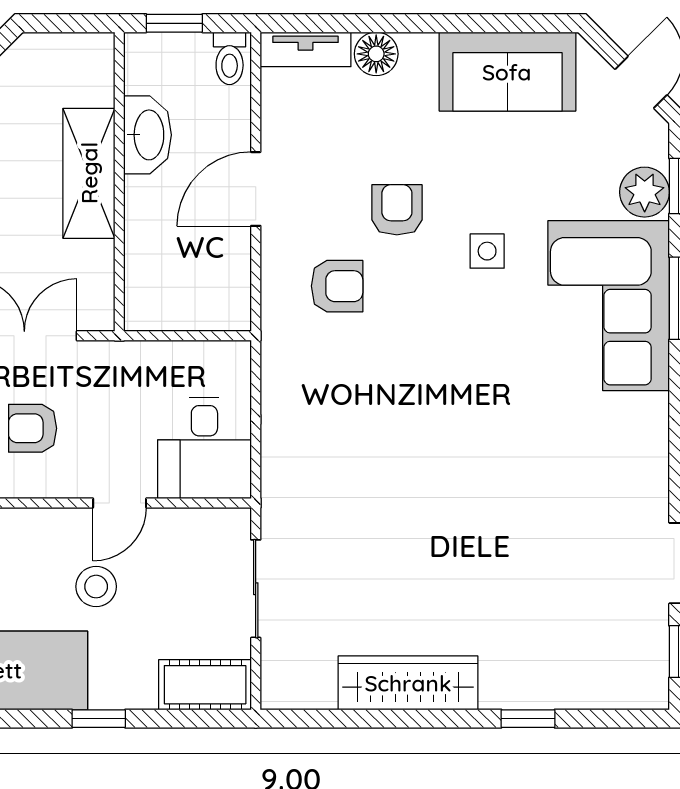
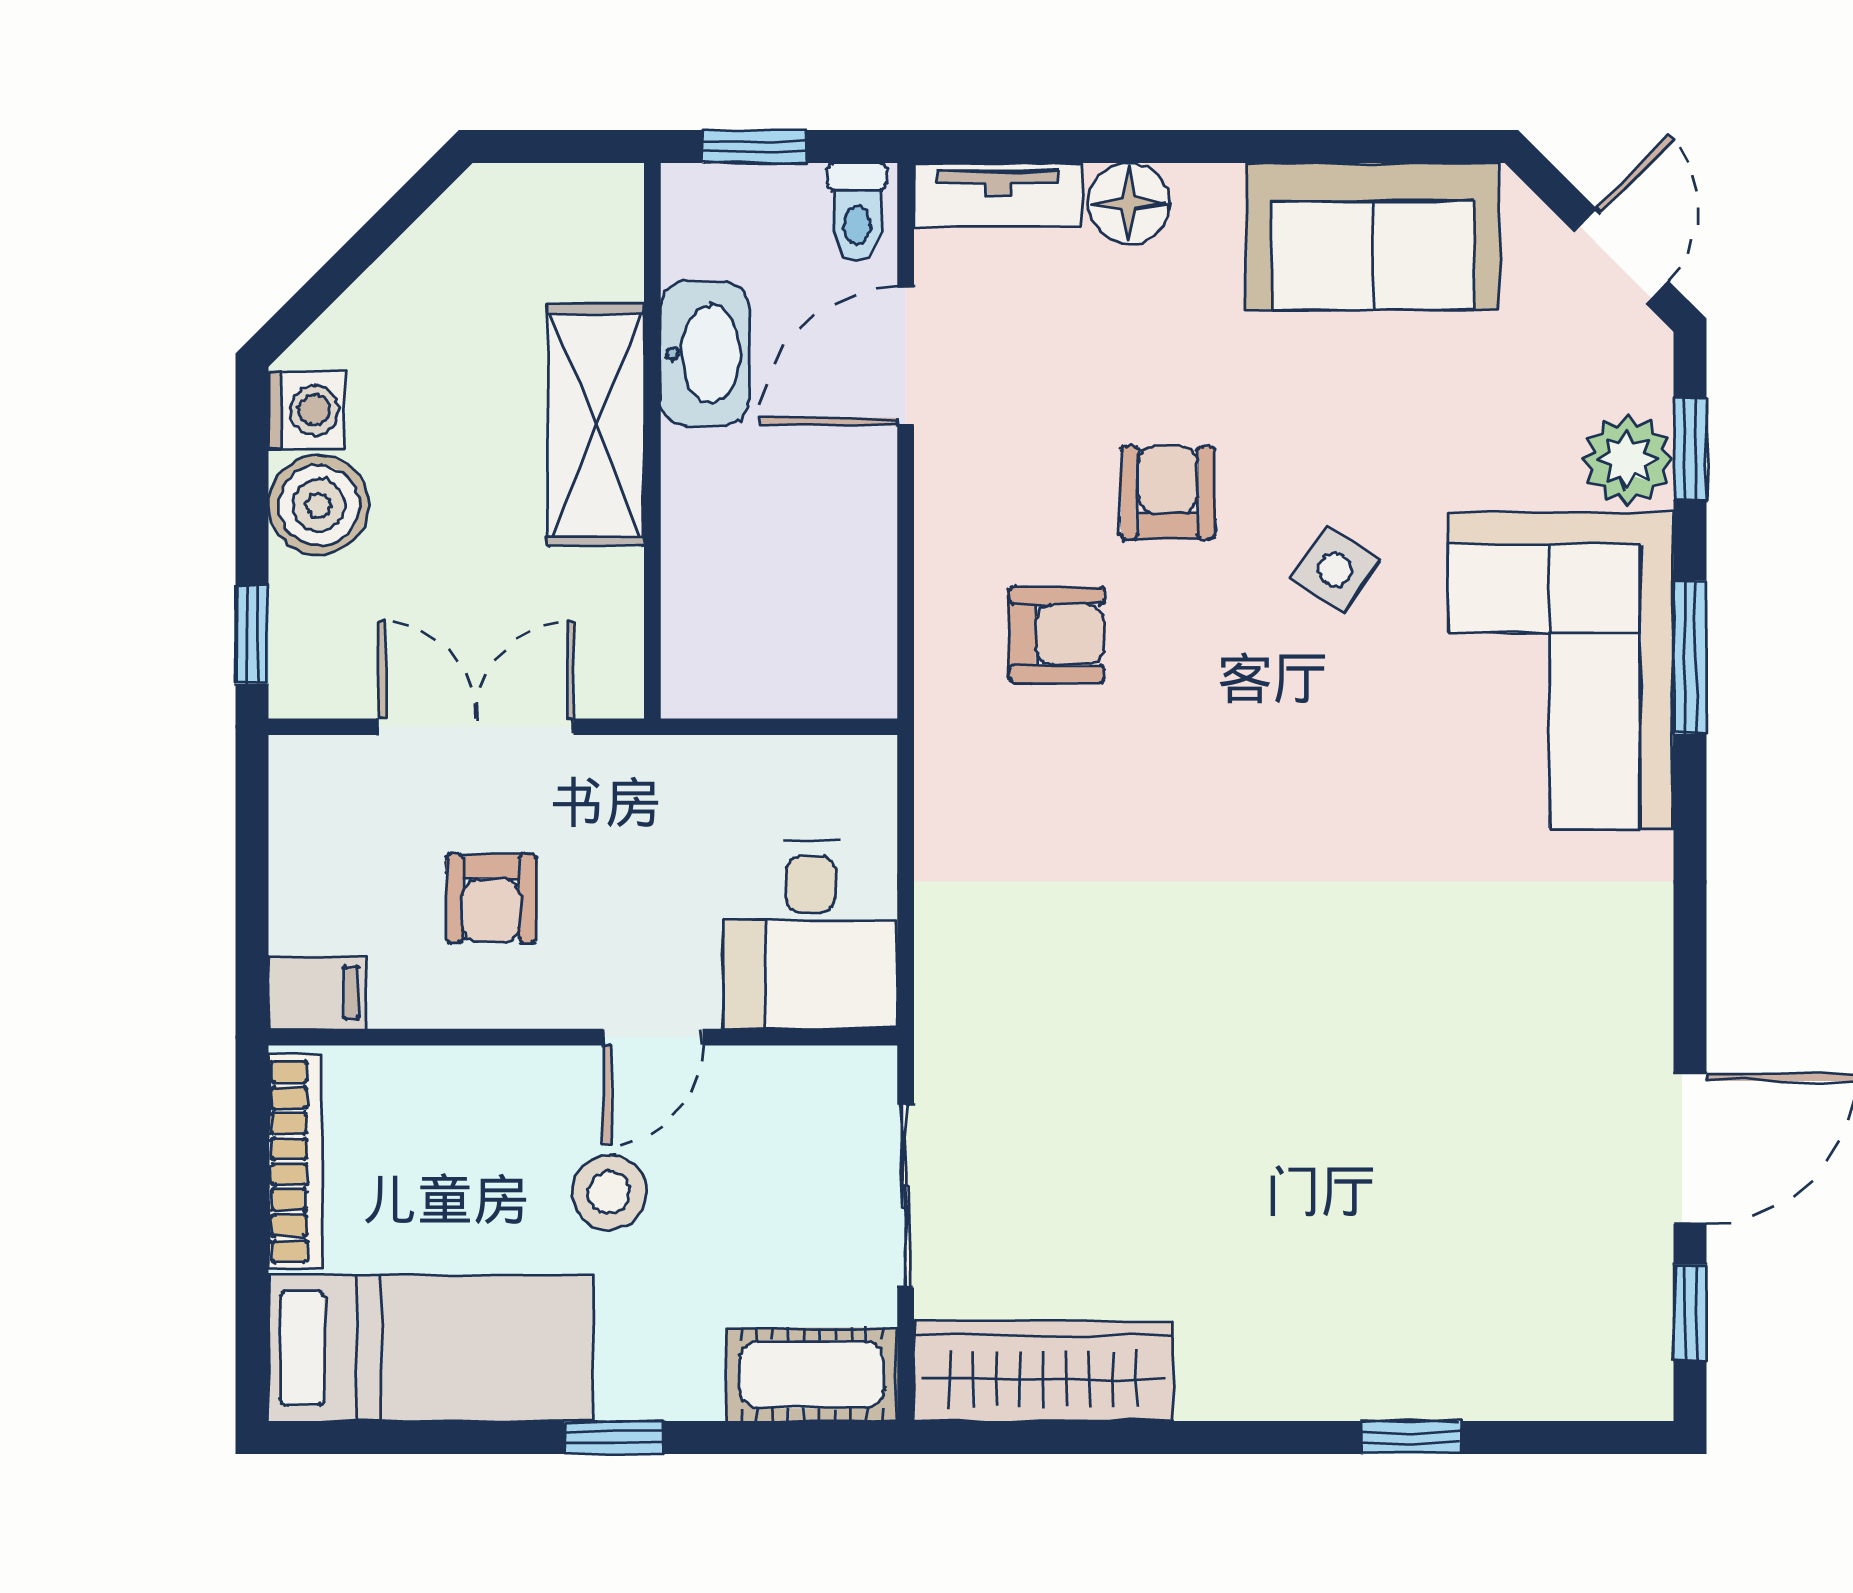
door: (256, 189) -> (906, 356), moved
side table: (487, 251) -> (1335, 569), turned 34
armchair: (33, 428) -> (491, 898), turned -90
wardrobe: (408, 683) -> (1043, 1371), moved

